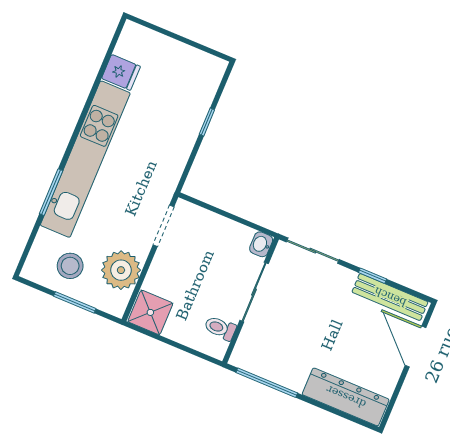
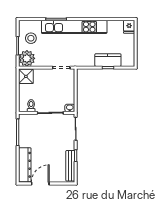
fridge: (121, 72) -> (129, 27), moved
kitchen counter: (190, 115) -> (108, 60), added
plant: (121, 270) -> (27, 58), moved
door: (416, 347) -> (40, 183), moved

